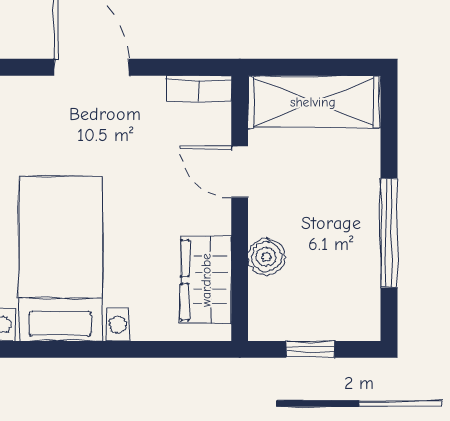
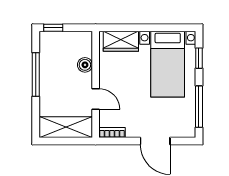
wardrobe: (206, 280) -> (121, 41), moved, turned 90
window: (310, 349) -> (53, 28), moved

